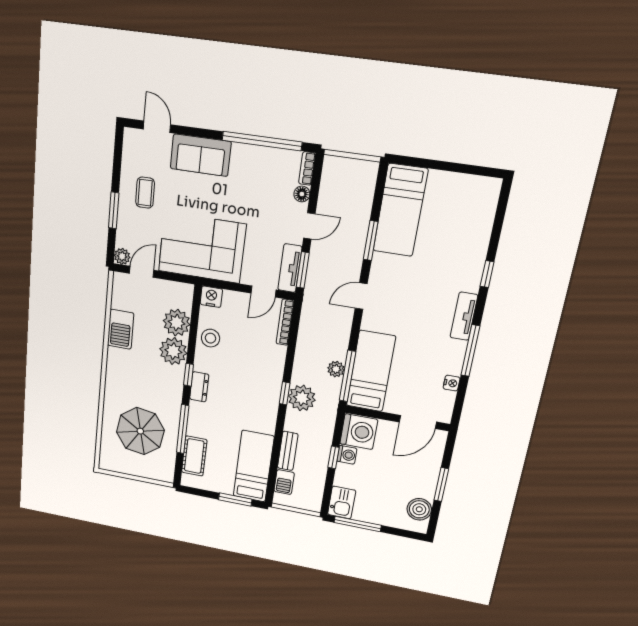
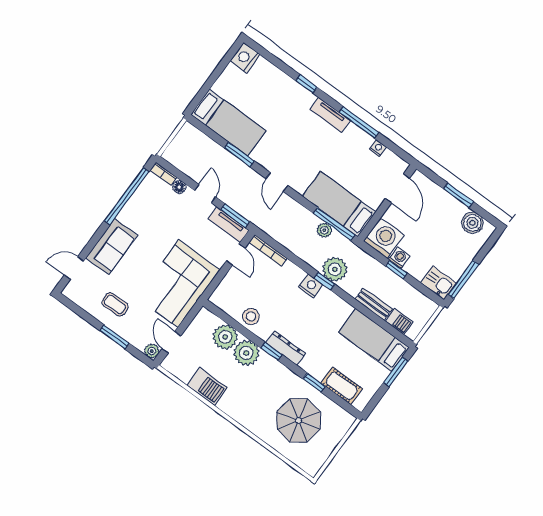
nightstand: (485, 190) -> (245, 58), added
nightstand: (211, 297) -> (311, 286), moved, turned 90
dresser: (199, 387) -> (286, 348), width x1.44
window: (183, 429) -> (314, 383), width x0.46

